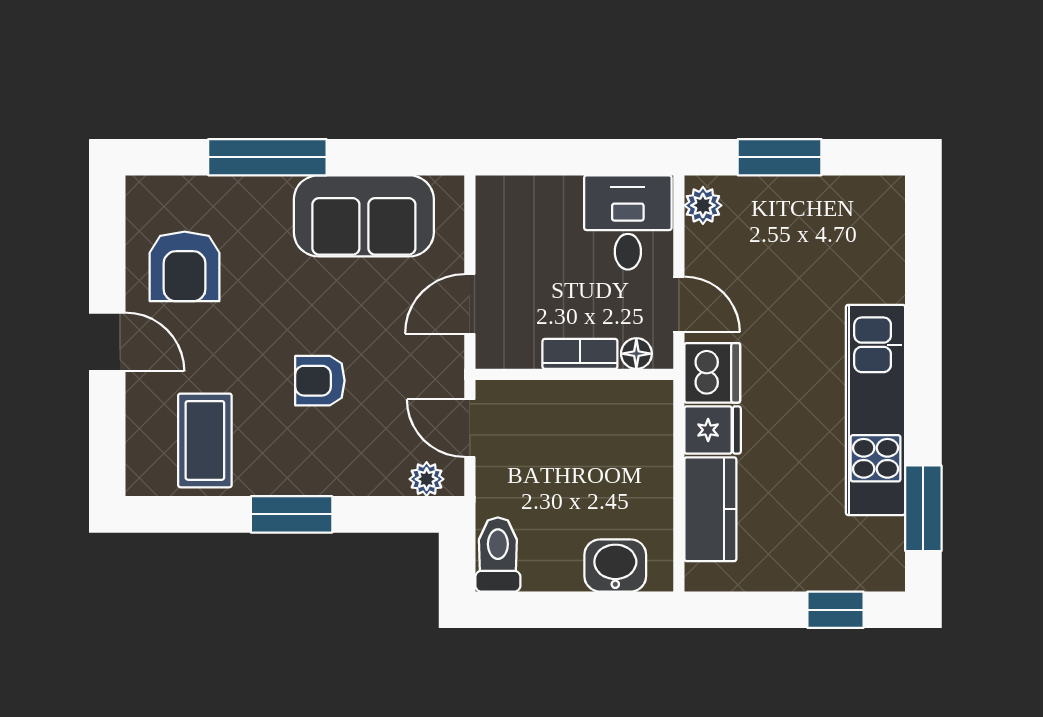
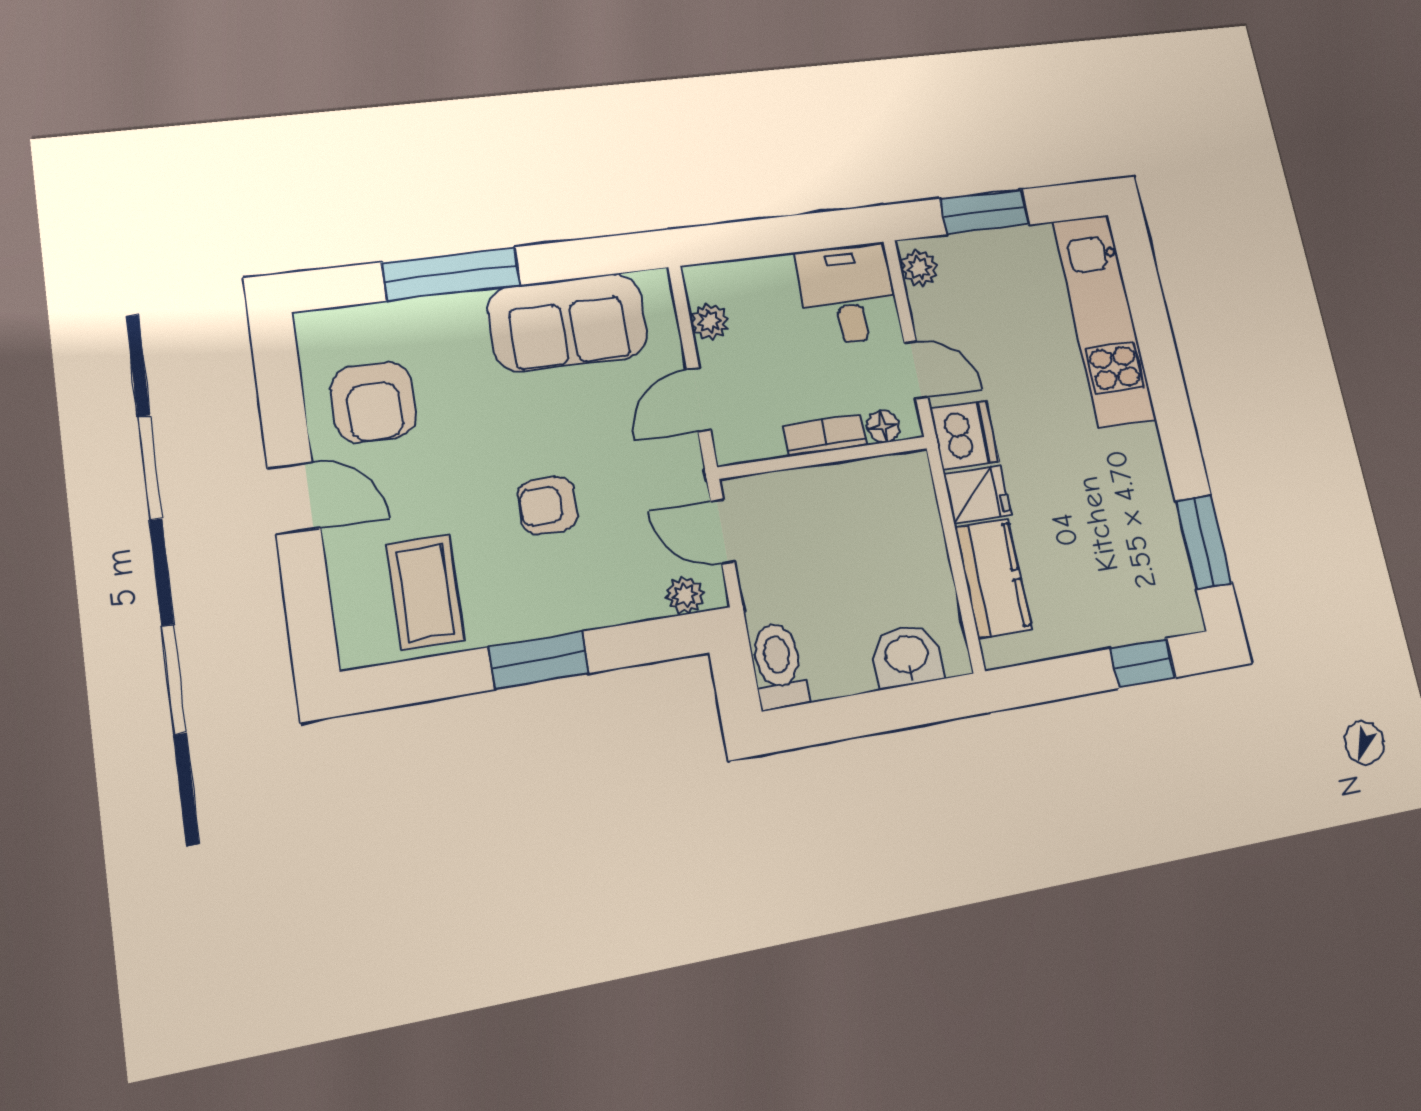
plant: (493, 232) -> (709, 322), added
kitchen unit: (876, 410) -> (1104, 320), moved

